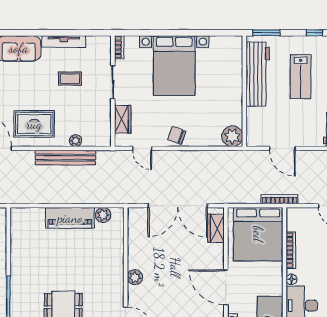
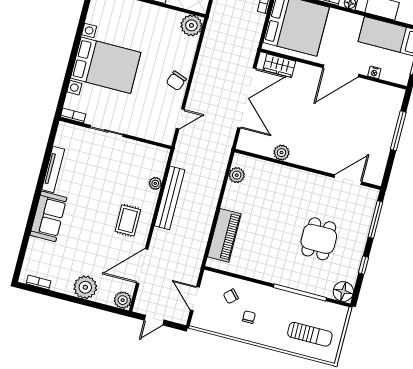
coffee table: (70, 79) -> (92, 173), removed
wardrobe: (123, 119) -> (146, 131), removed
rug: (34, 124) -> (128, 220), width x0.73, depth x0.70
piano: (70, 218) -> (224, 235), moved
plant: (135, 277) -> (281, 153), moved

